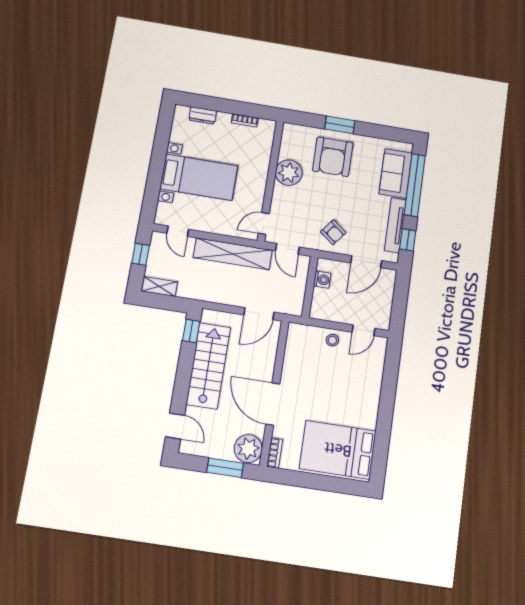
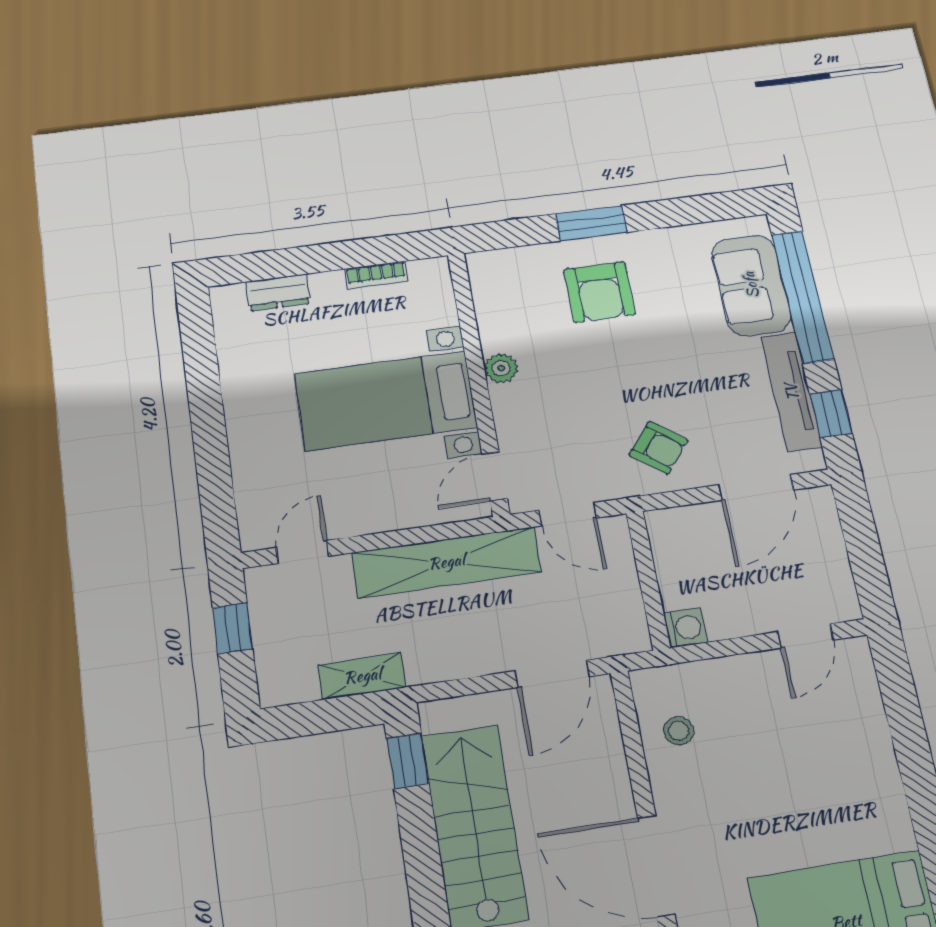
armchair: (333, 157) -> (599, 292), width x0.73, depth x0.73
plant: (289, 173) -> (501, 368), width x0.53, depth x0.53
bed with nightstands: (199, 177) -> (386, 401), moved, turned 180
door: (178, 231) -> (303, 552), swing flipped
washing machine: (322, 280) -> (685, 628), moved
shelving: (159, 286) -> (362, 676), moved
stool: (332, 340) -> (679, 731), moved

